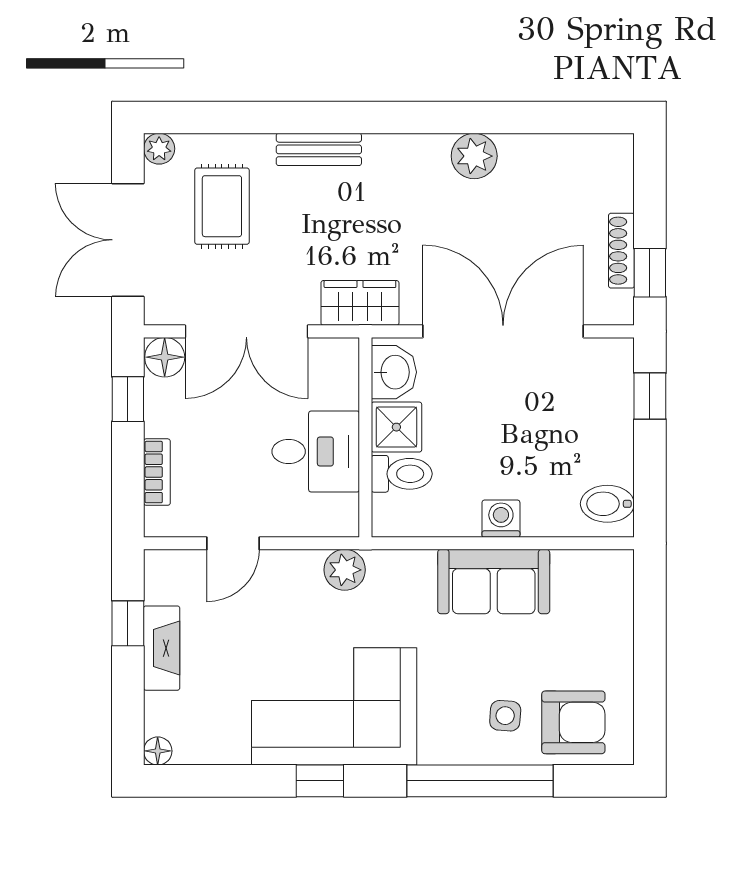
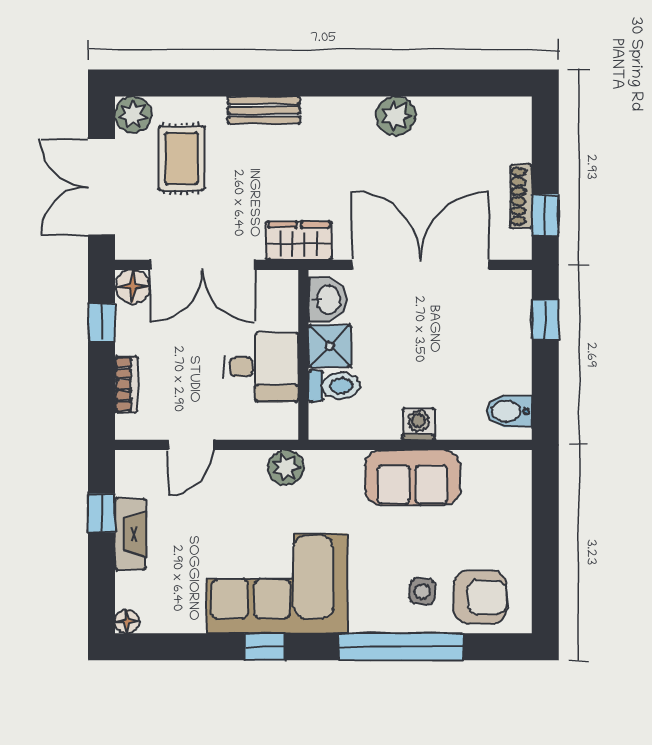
plant: (159, 149) -> (133, 114), width x1.38, depth x1.38

